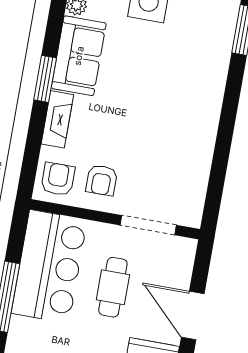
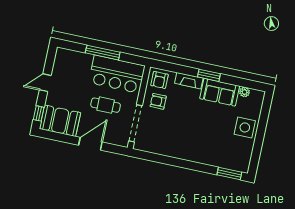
armchair: (58, 179) -> (159, 80), turned 90
doorway: (148, 225) -> (135, 123), width x1.36

